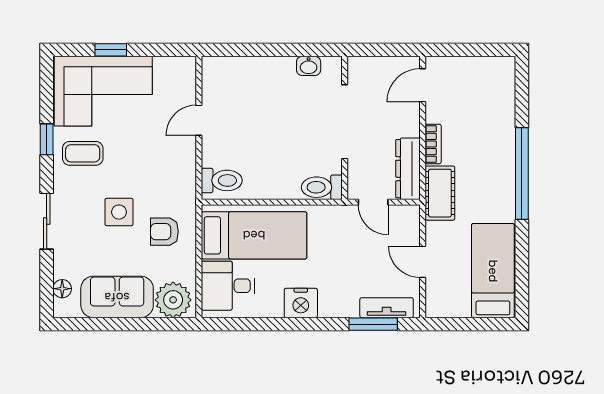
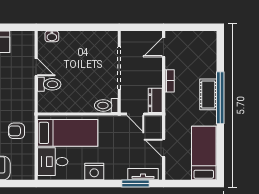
washbasin: (309, 66) -> (52, 36), moved
door: (199, 120) -> (36, 67), swing flipped
dresser: (408, 169) -> (155, 100), width x0.70
toilet: (222, 180) -> (49, 84), moved
cot: (440, 193) -> (208, 94), moved
plant: (173, 300) -> (21, 170), removed

